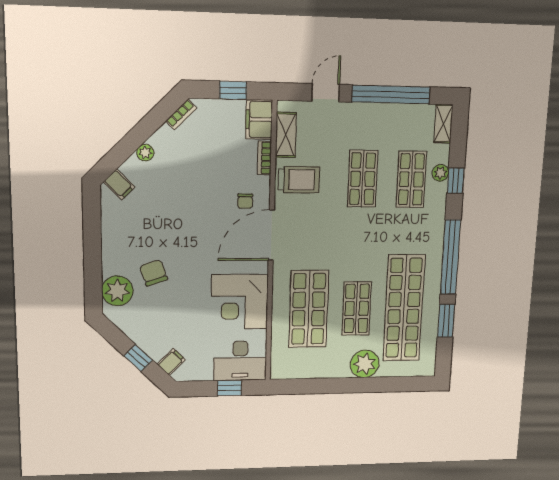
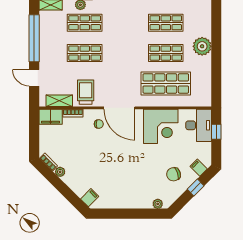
window: (233, 90) -> (34, 132), removed
plant: (145, 153) -> (60, 172), moved
chair: (154, 273) -> (174, 174), moved
plant: (117, 291) -> (158, 204), width x0.53, depth x0.53
shop shelf: (404, 308) -> (166, 23), width x0.50, depth x0.74

